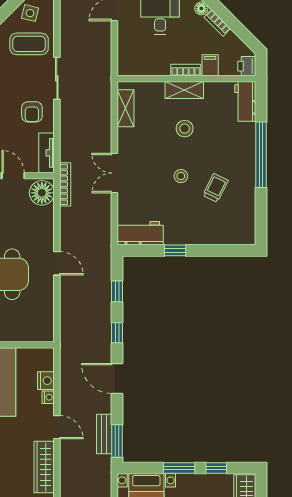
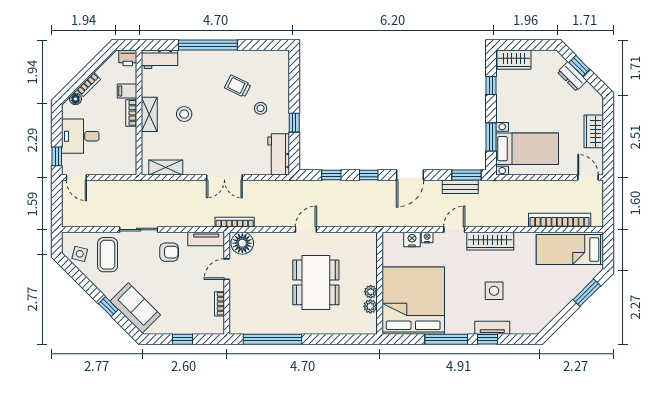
stool: (181, 176) -> (261, 108), moved
window: (179, 468) -> (491, 137), moved

